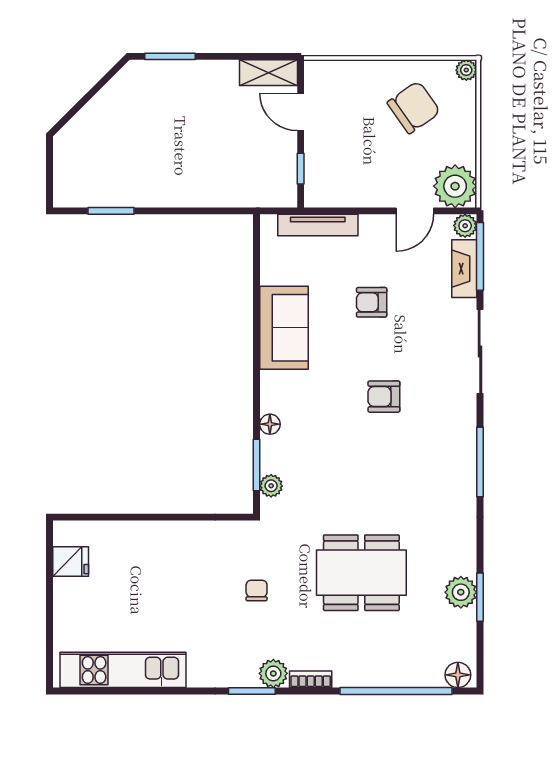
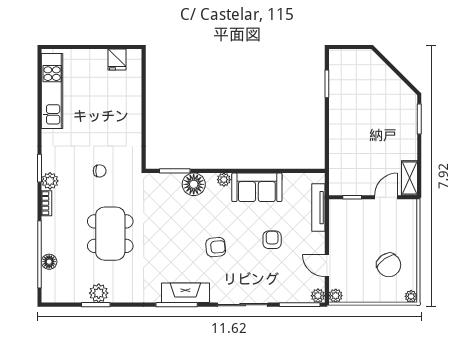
plant: (455, 186) -> (336, 296), width x0.53, depth x0.53
fireplace: (464, 269) -> (185, 293), moved, width x1.37, depth x1.32
armchair: (384, 397) -> (216, 247), turned 84
floor lamp: (270, 424) -> (194, 184), width x1.89, depth x1.89
plant: (271, 486) -> (224, 180), moved
floor lamp: (458, 675) -> (49, 262), moved

